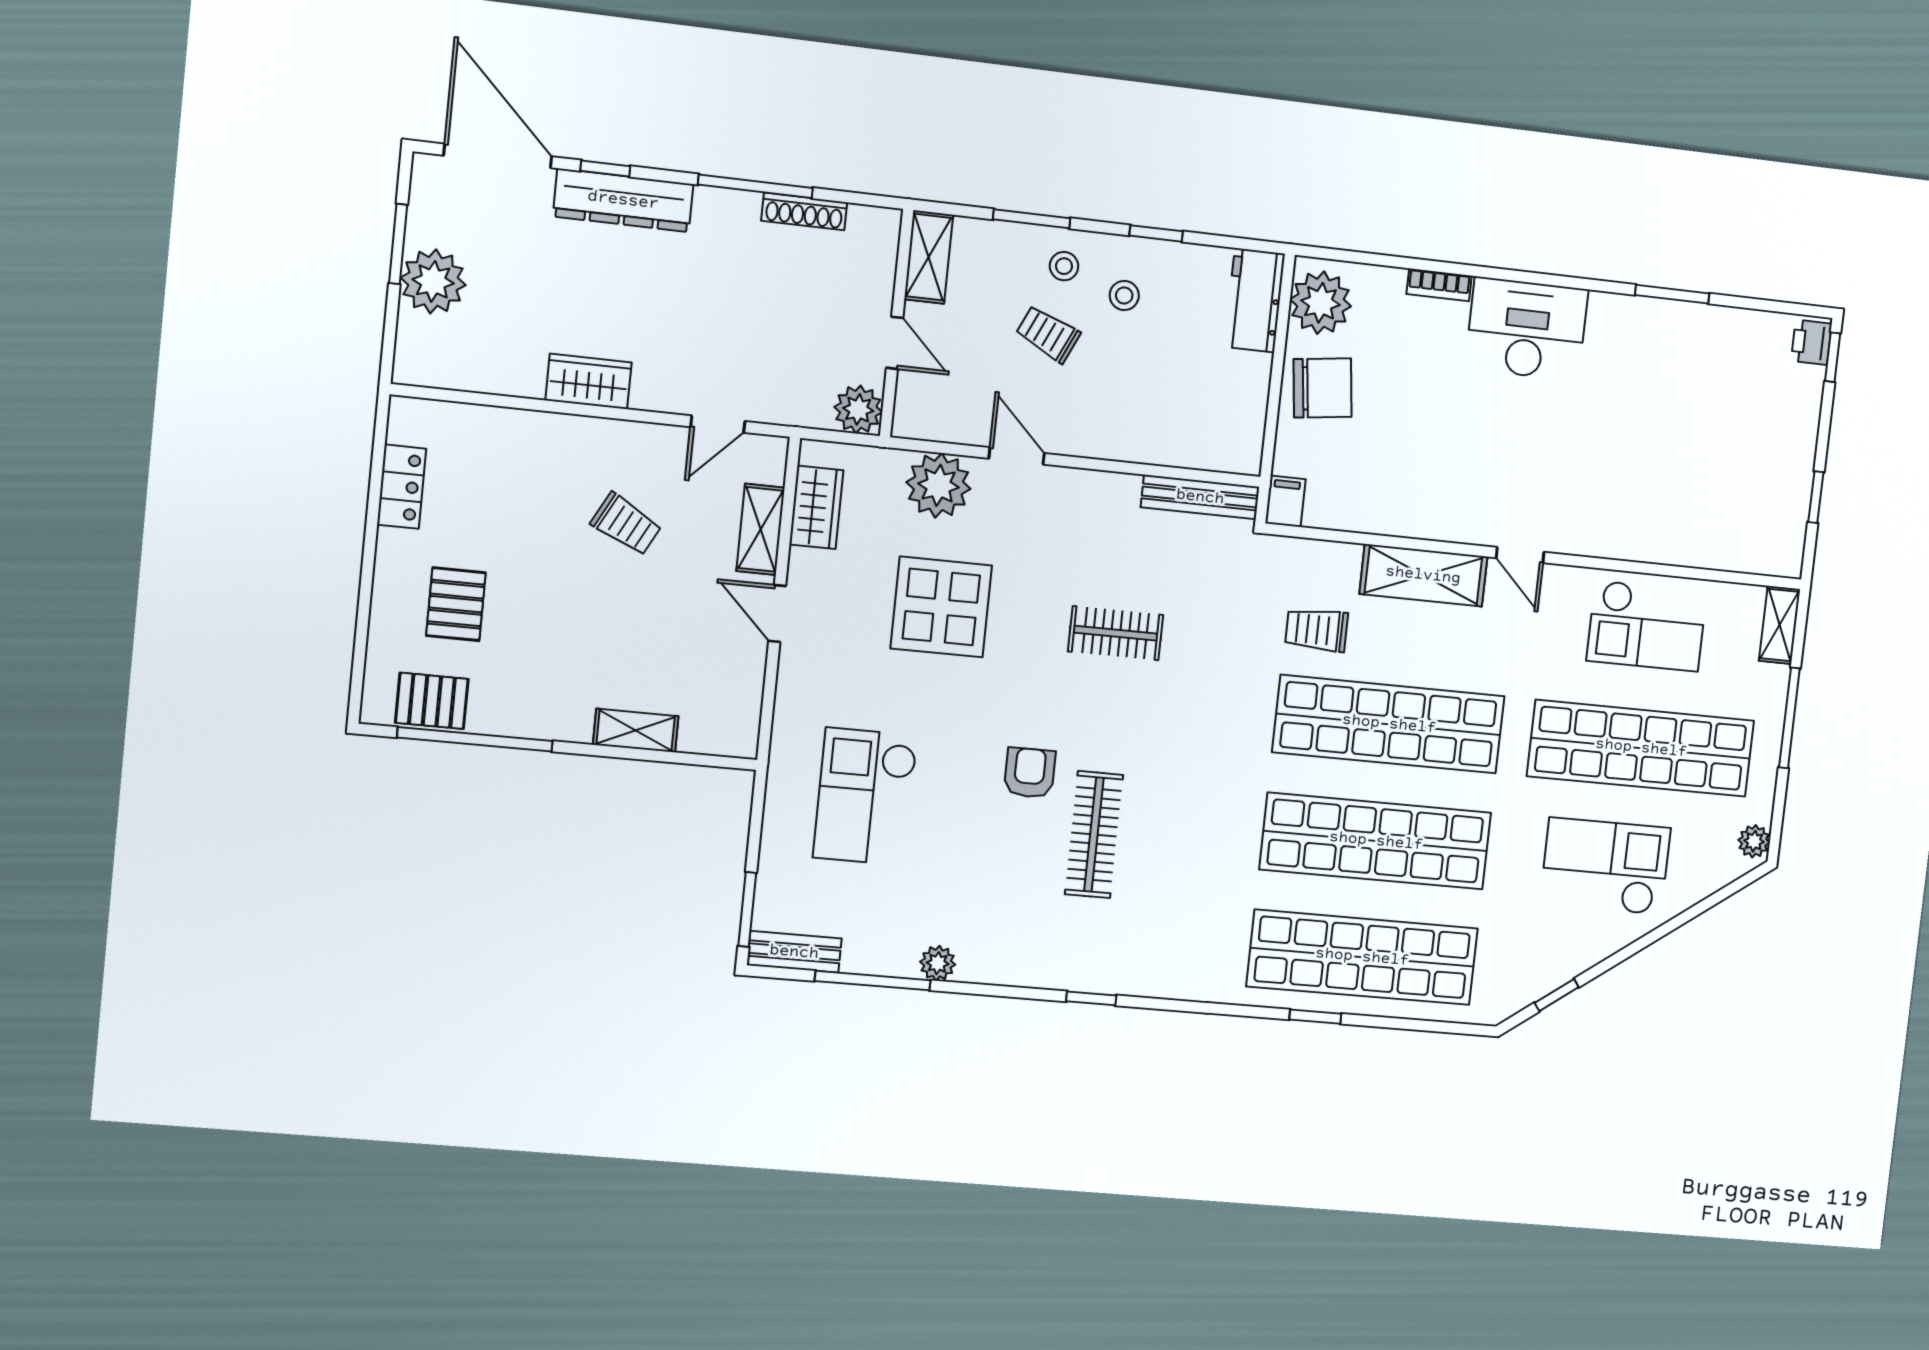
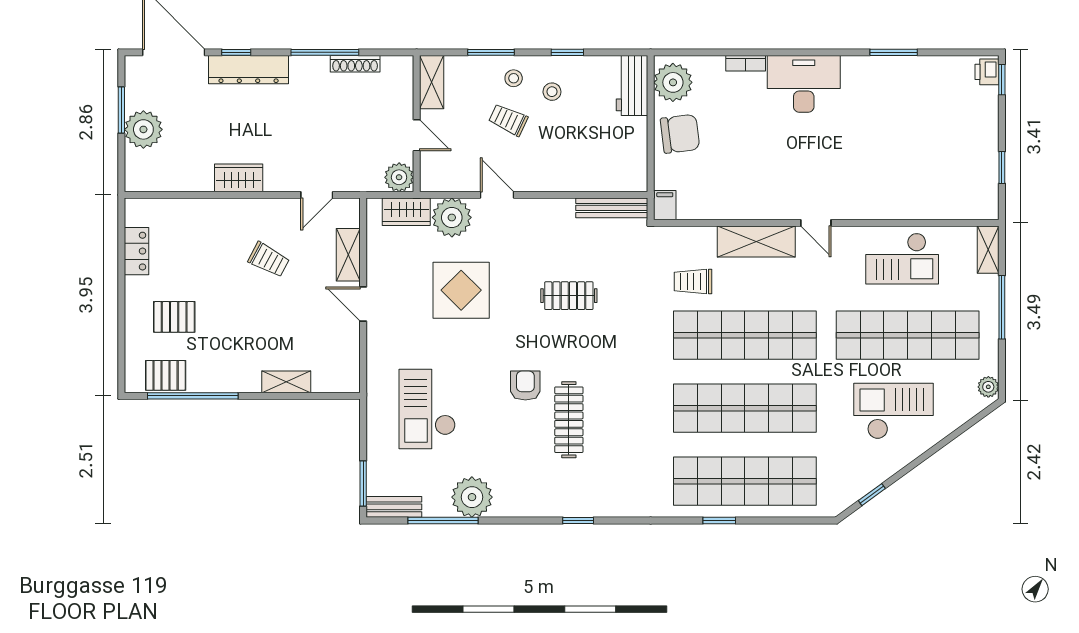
wardrobe: (816, 507) -> (406, 212), moved, turned 90
pallet: (456, 604) -> (174, 317), turned 90
plant: (938, 963) -> (472, 497), width x1.88, depth x1.88

